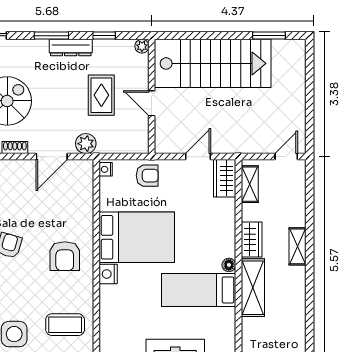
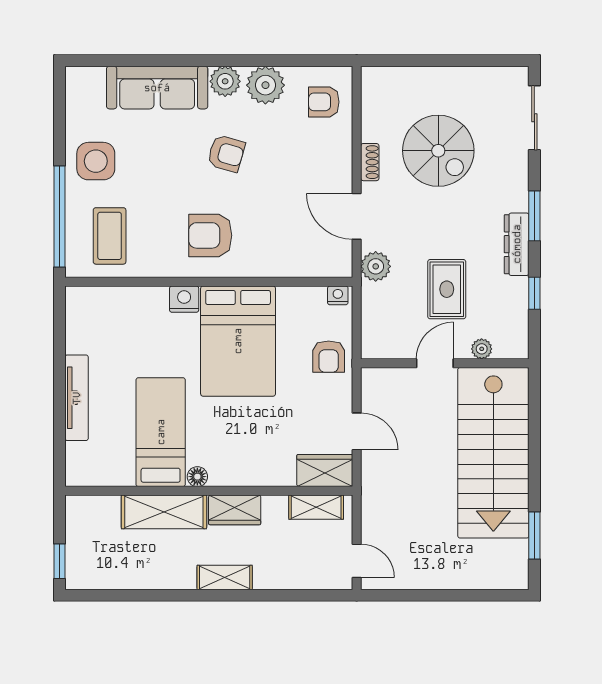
plant: (142, 46) -> (482, 349), moved
rug: (101, 95) -> (447, 289), turned 90

